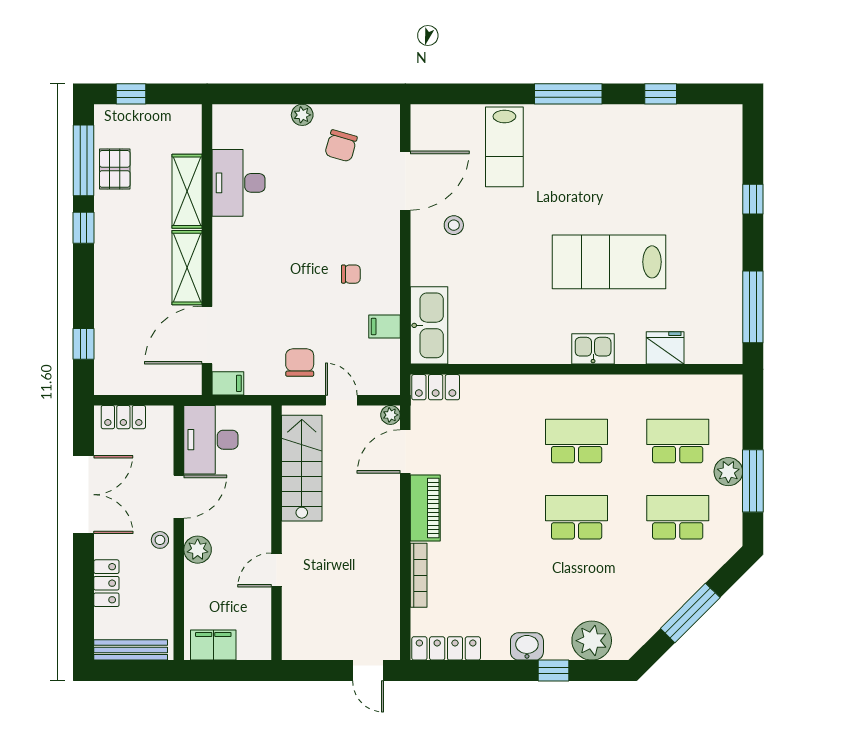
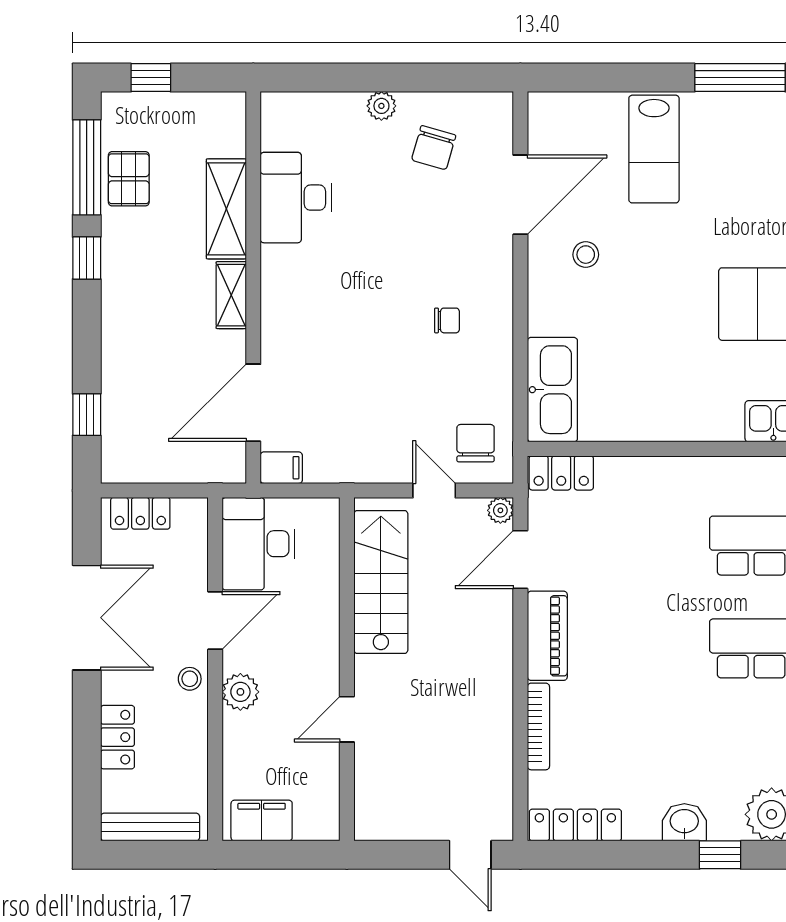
shelving: (187, 268) -> (231, 295), width x0.67, depth x0.75
filing cabinet: (385, 326) -> (492, 391), removed
chair: (300, 363) -> (476, 443), moved

